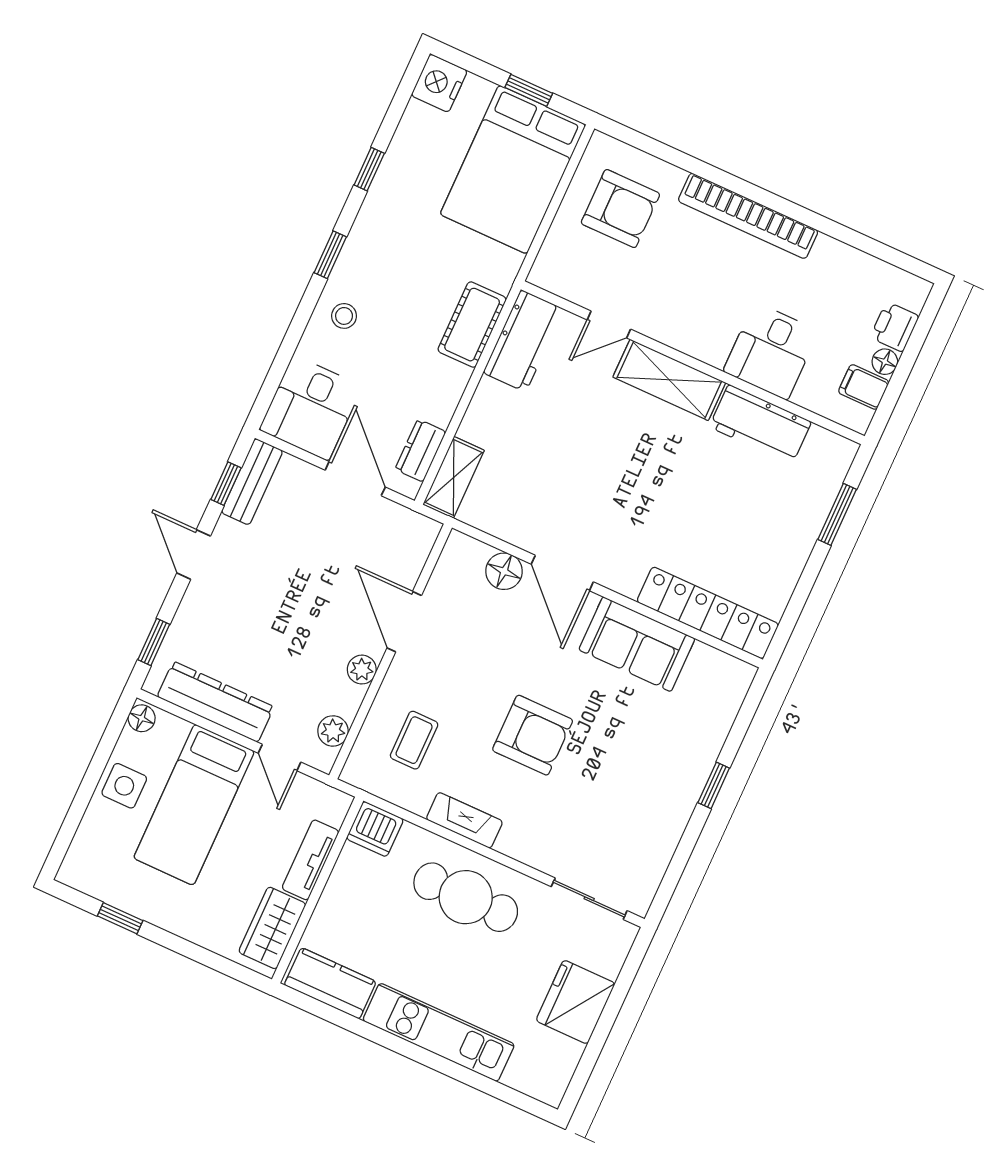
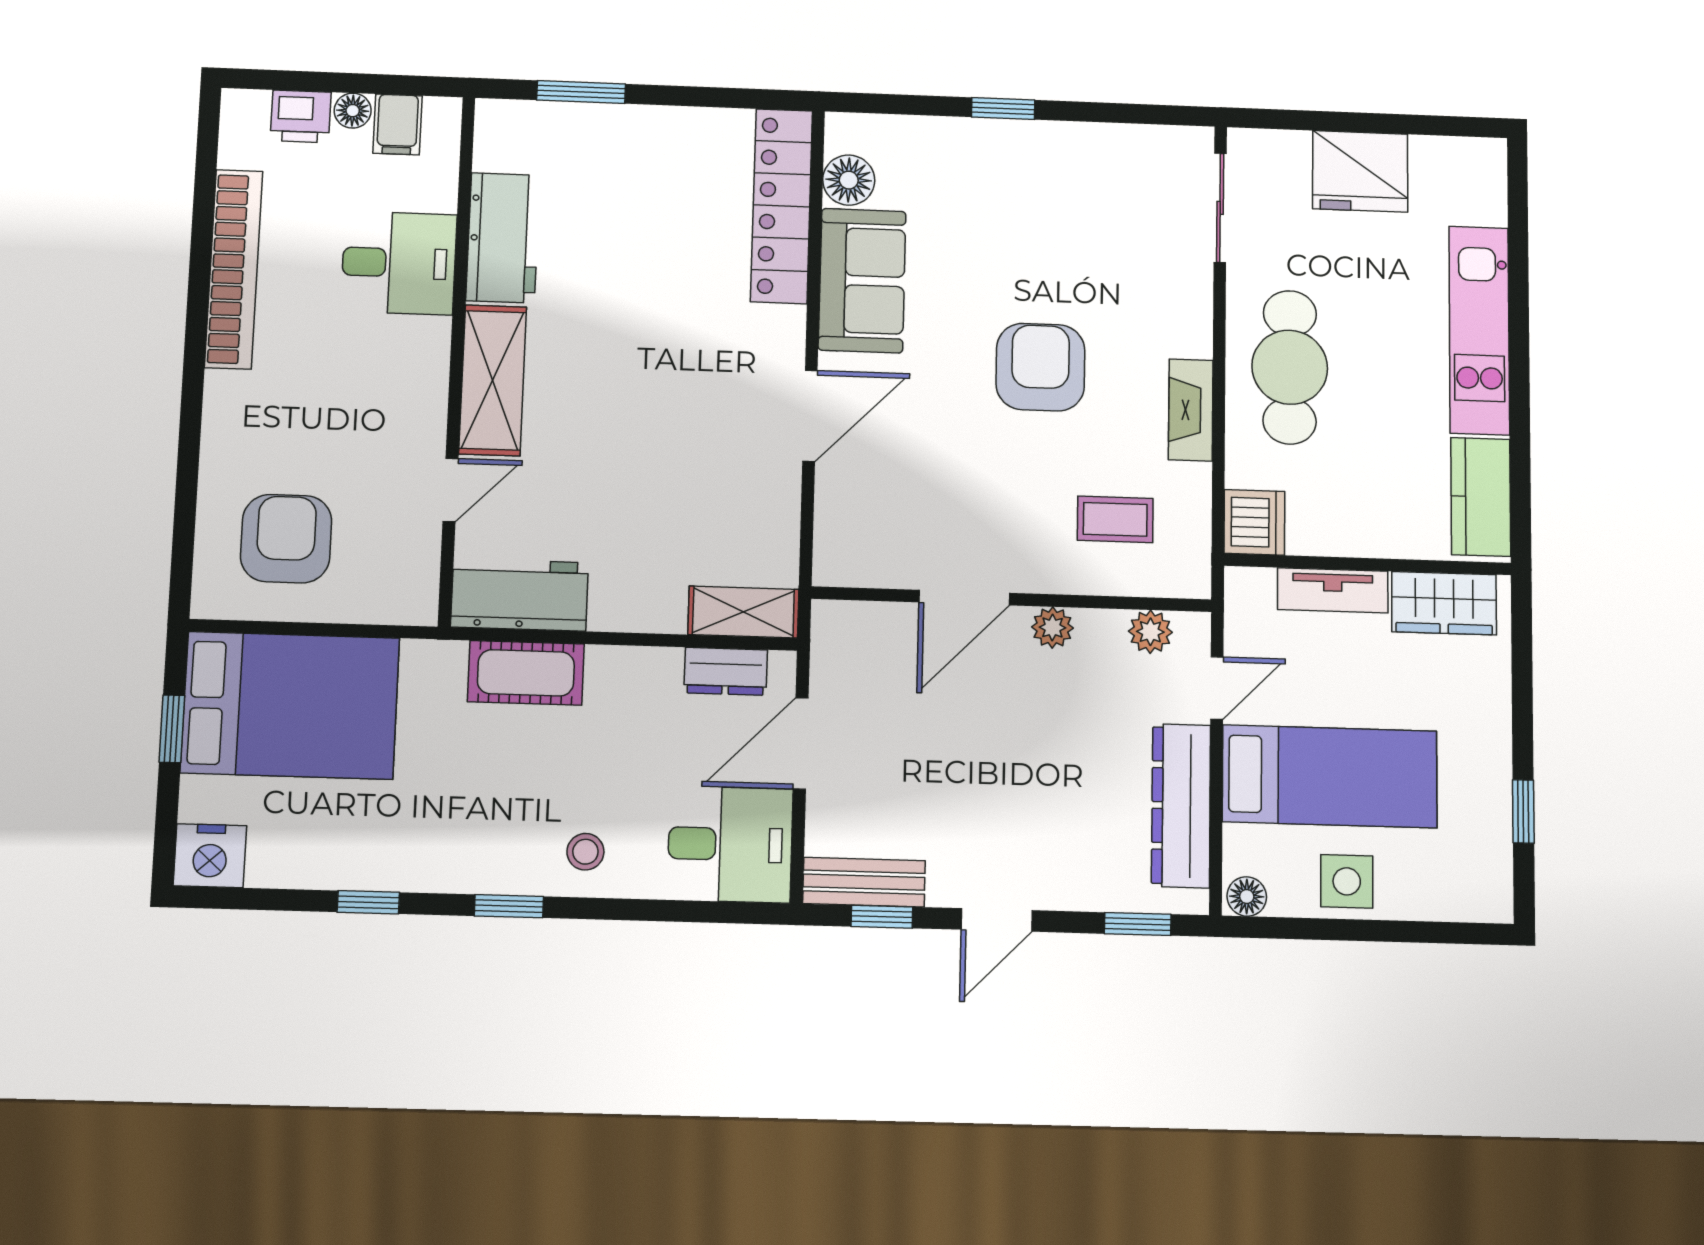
bookcase: (748, 216) -> (234, 269), moved
door: (609, 324) -> (451, 490), hinge flipped
floor lamp: (504, 571) -> (849, 180), moved

